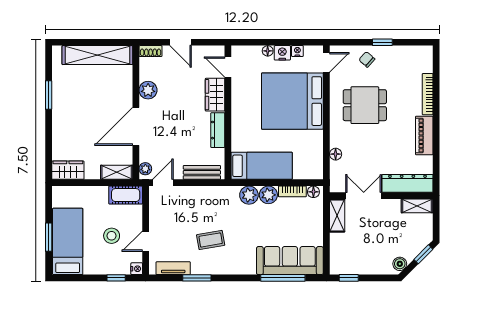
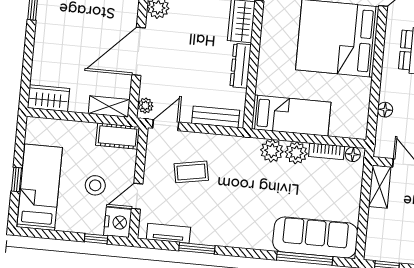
window: (49, 237) -> (16, 180), width x0.67
coffee table: (211, 240) -> (191, 172), moved
nightstand: (137, 269) -> (118, 222), width x1.89, depth x1.79

